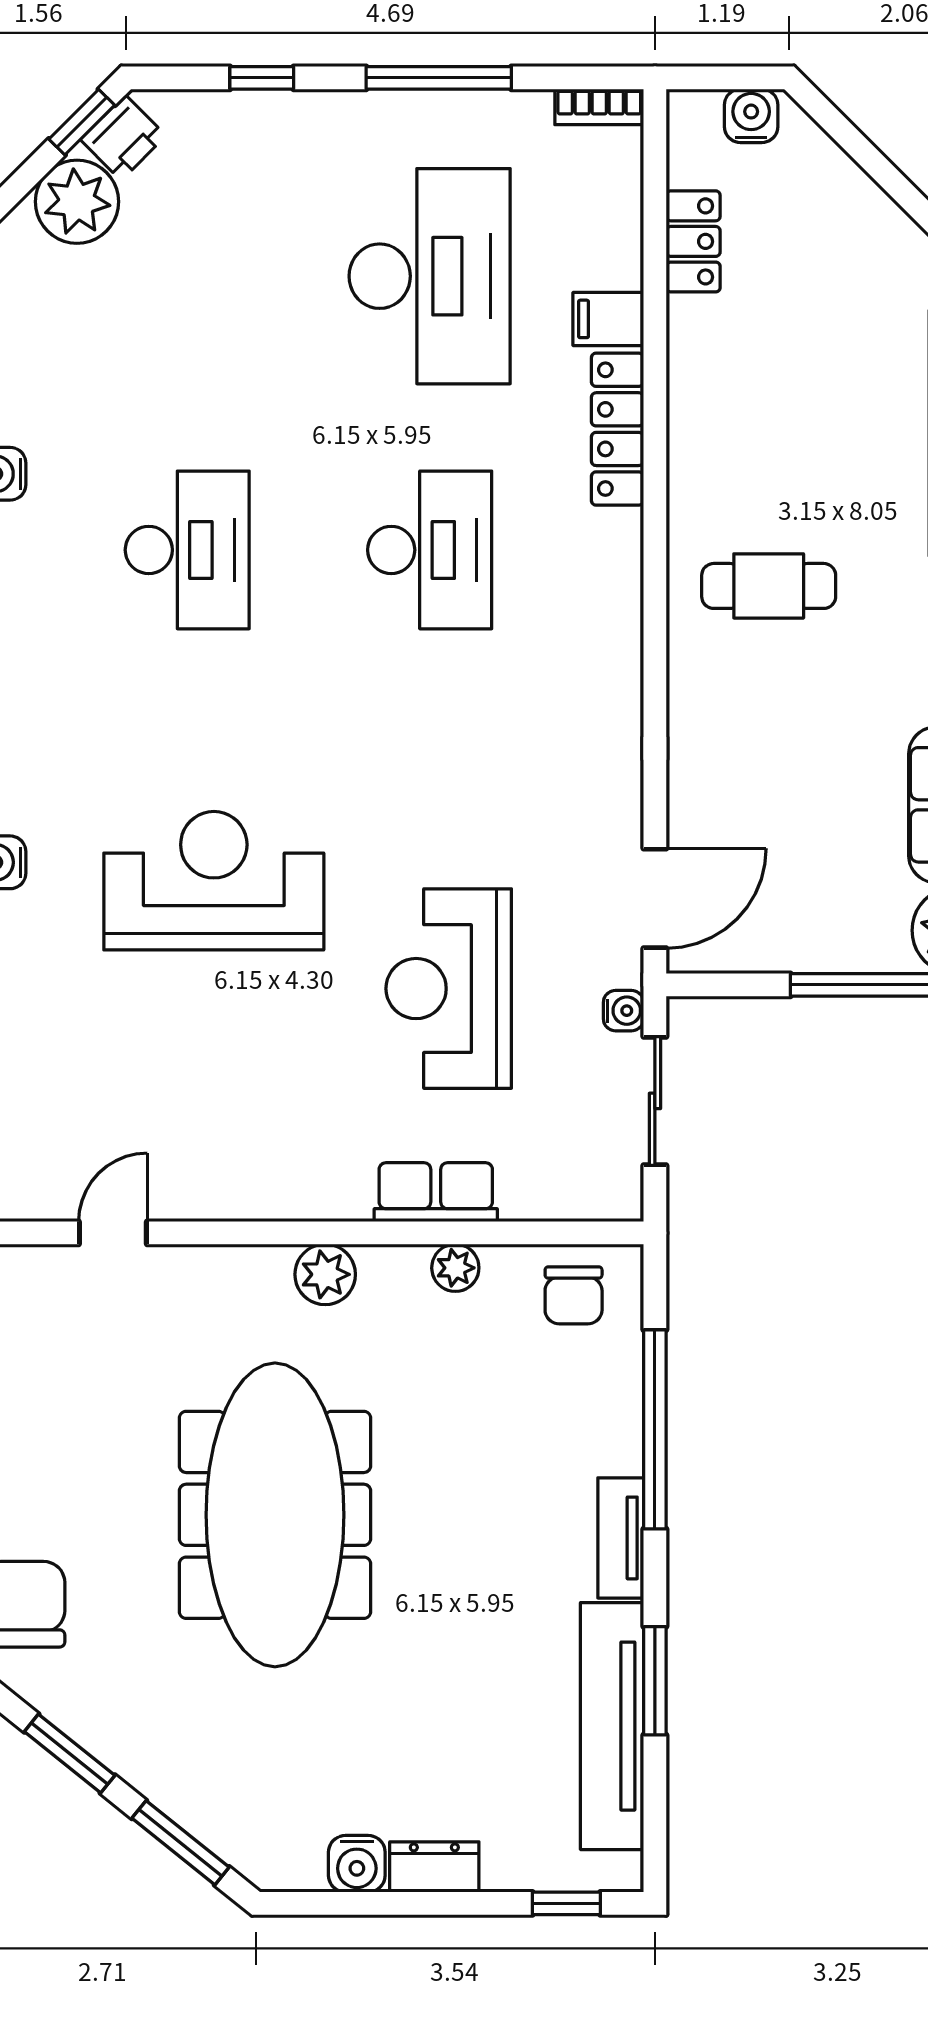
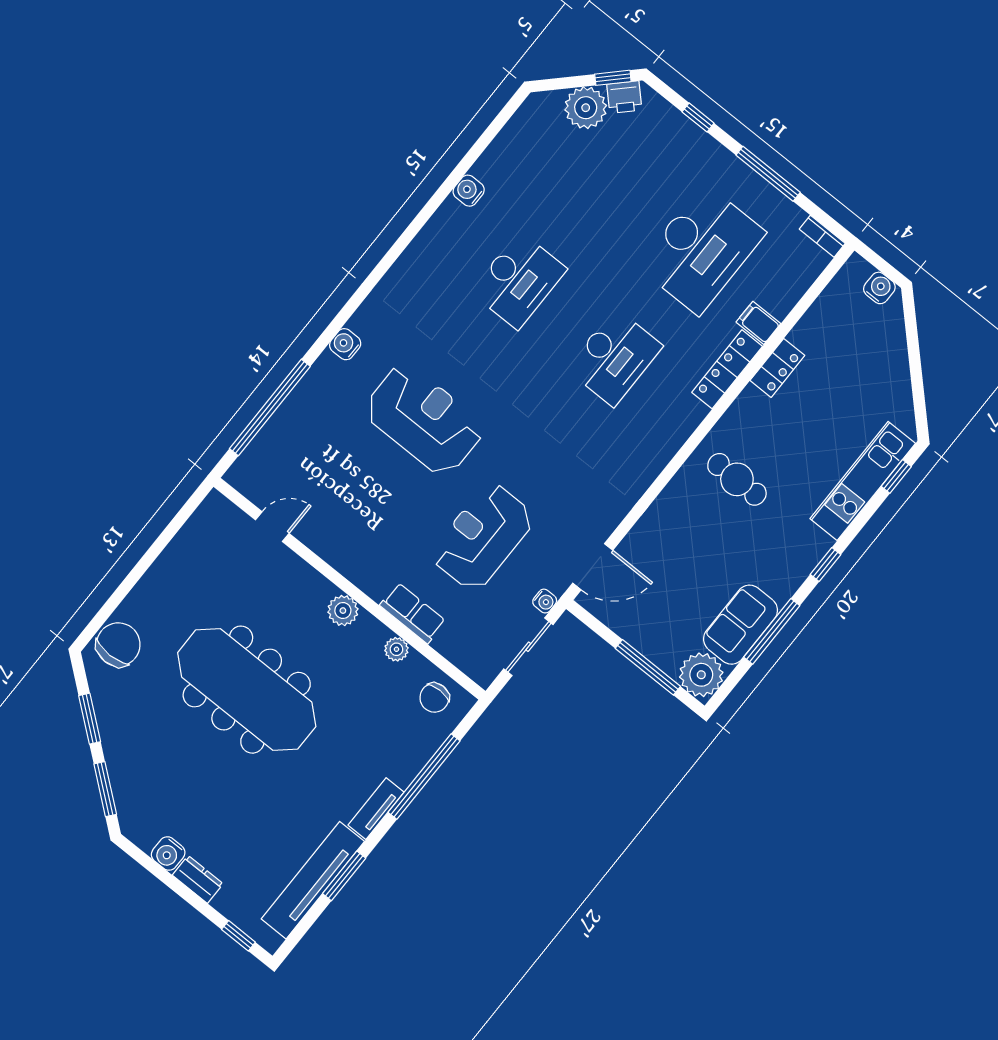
locker: (693, 241) -> (777, 368), moved
meeting table: (275, 1515) -> (247, 690), turned 90

